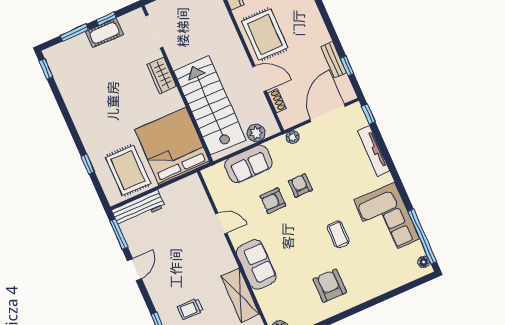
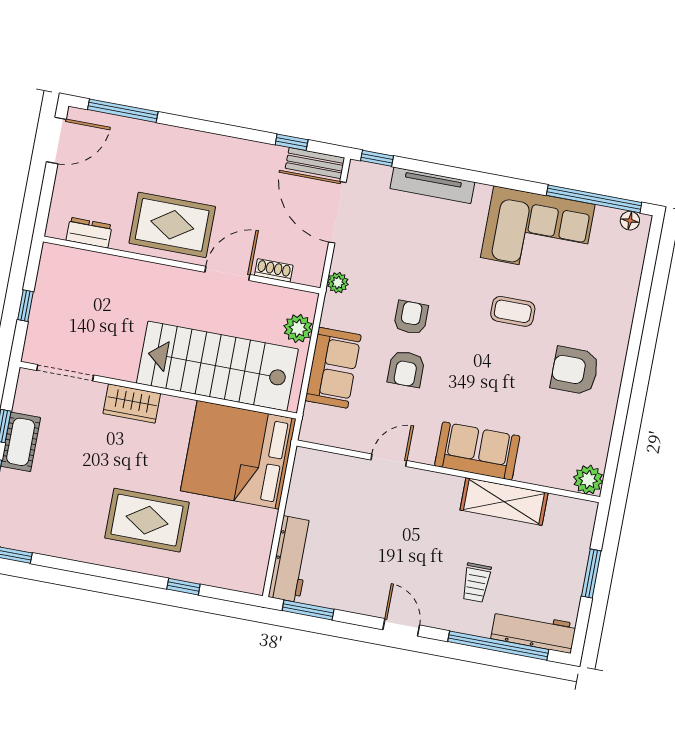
bench: (334, 60) -> (315, 163), moved
rug: (128, 170) -> (147, 520), moved
armchair: (300, 186) -> (411, 317), turned 90
door: (134, 270) -> (401, 627), moved

